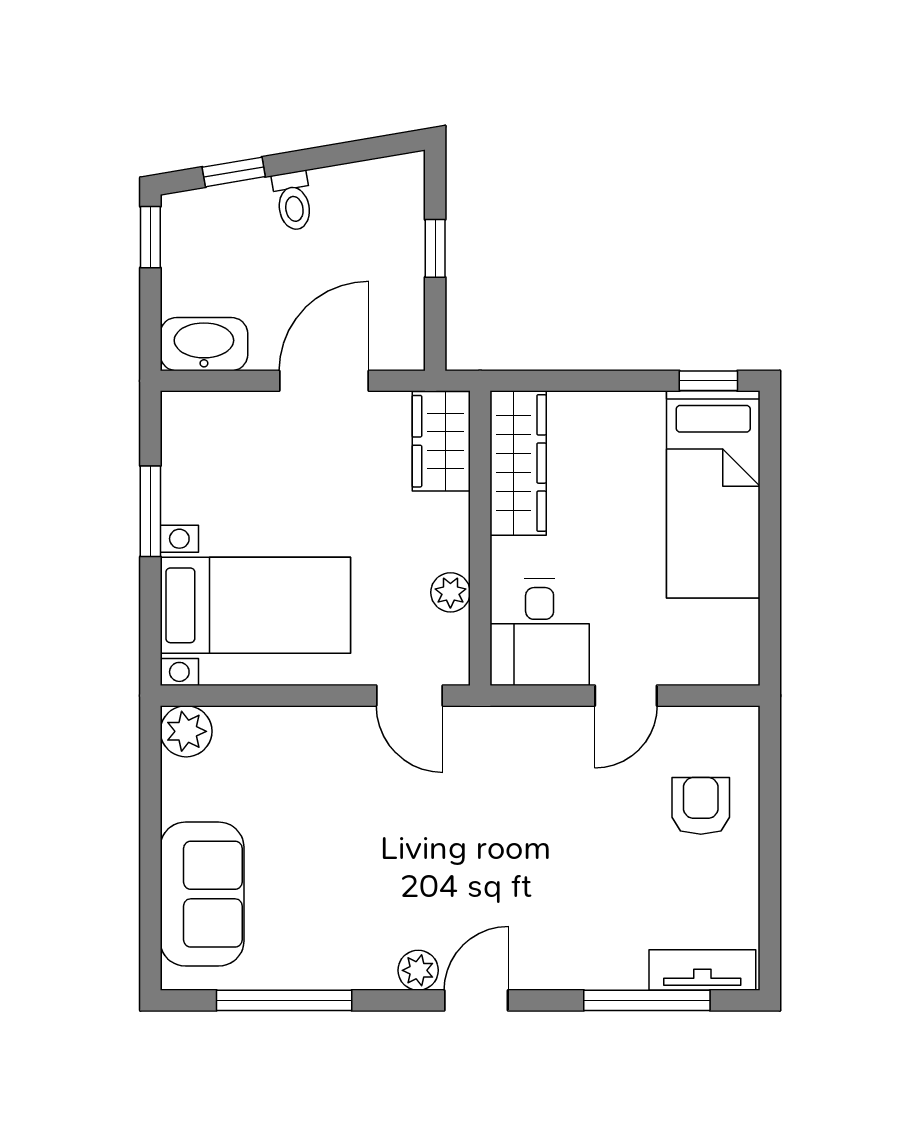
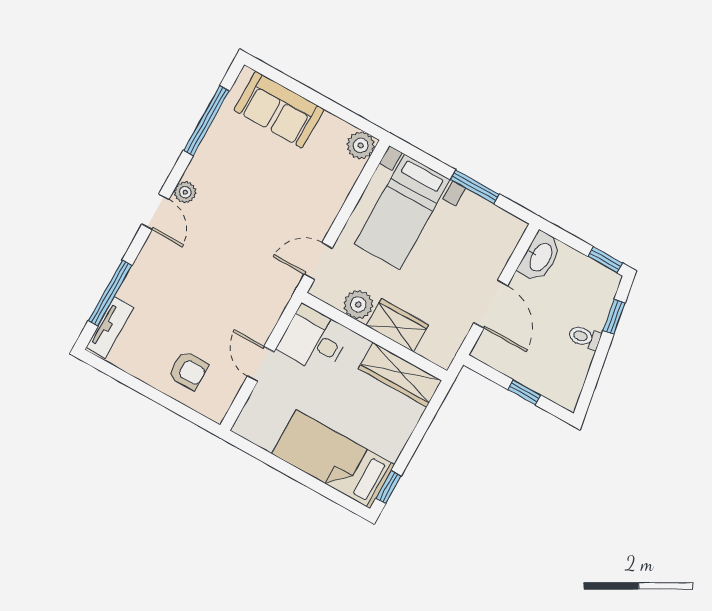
wardrobe: (441, 441) -> (397, 325), moved
plant: (450, 592) -> (358, 305), width x1.38, depth x1.38

